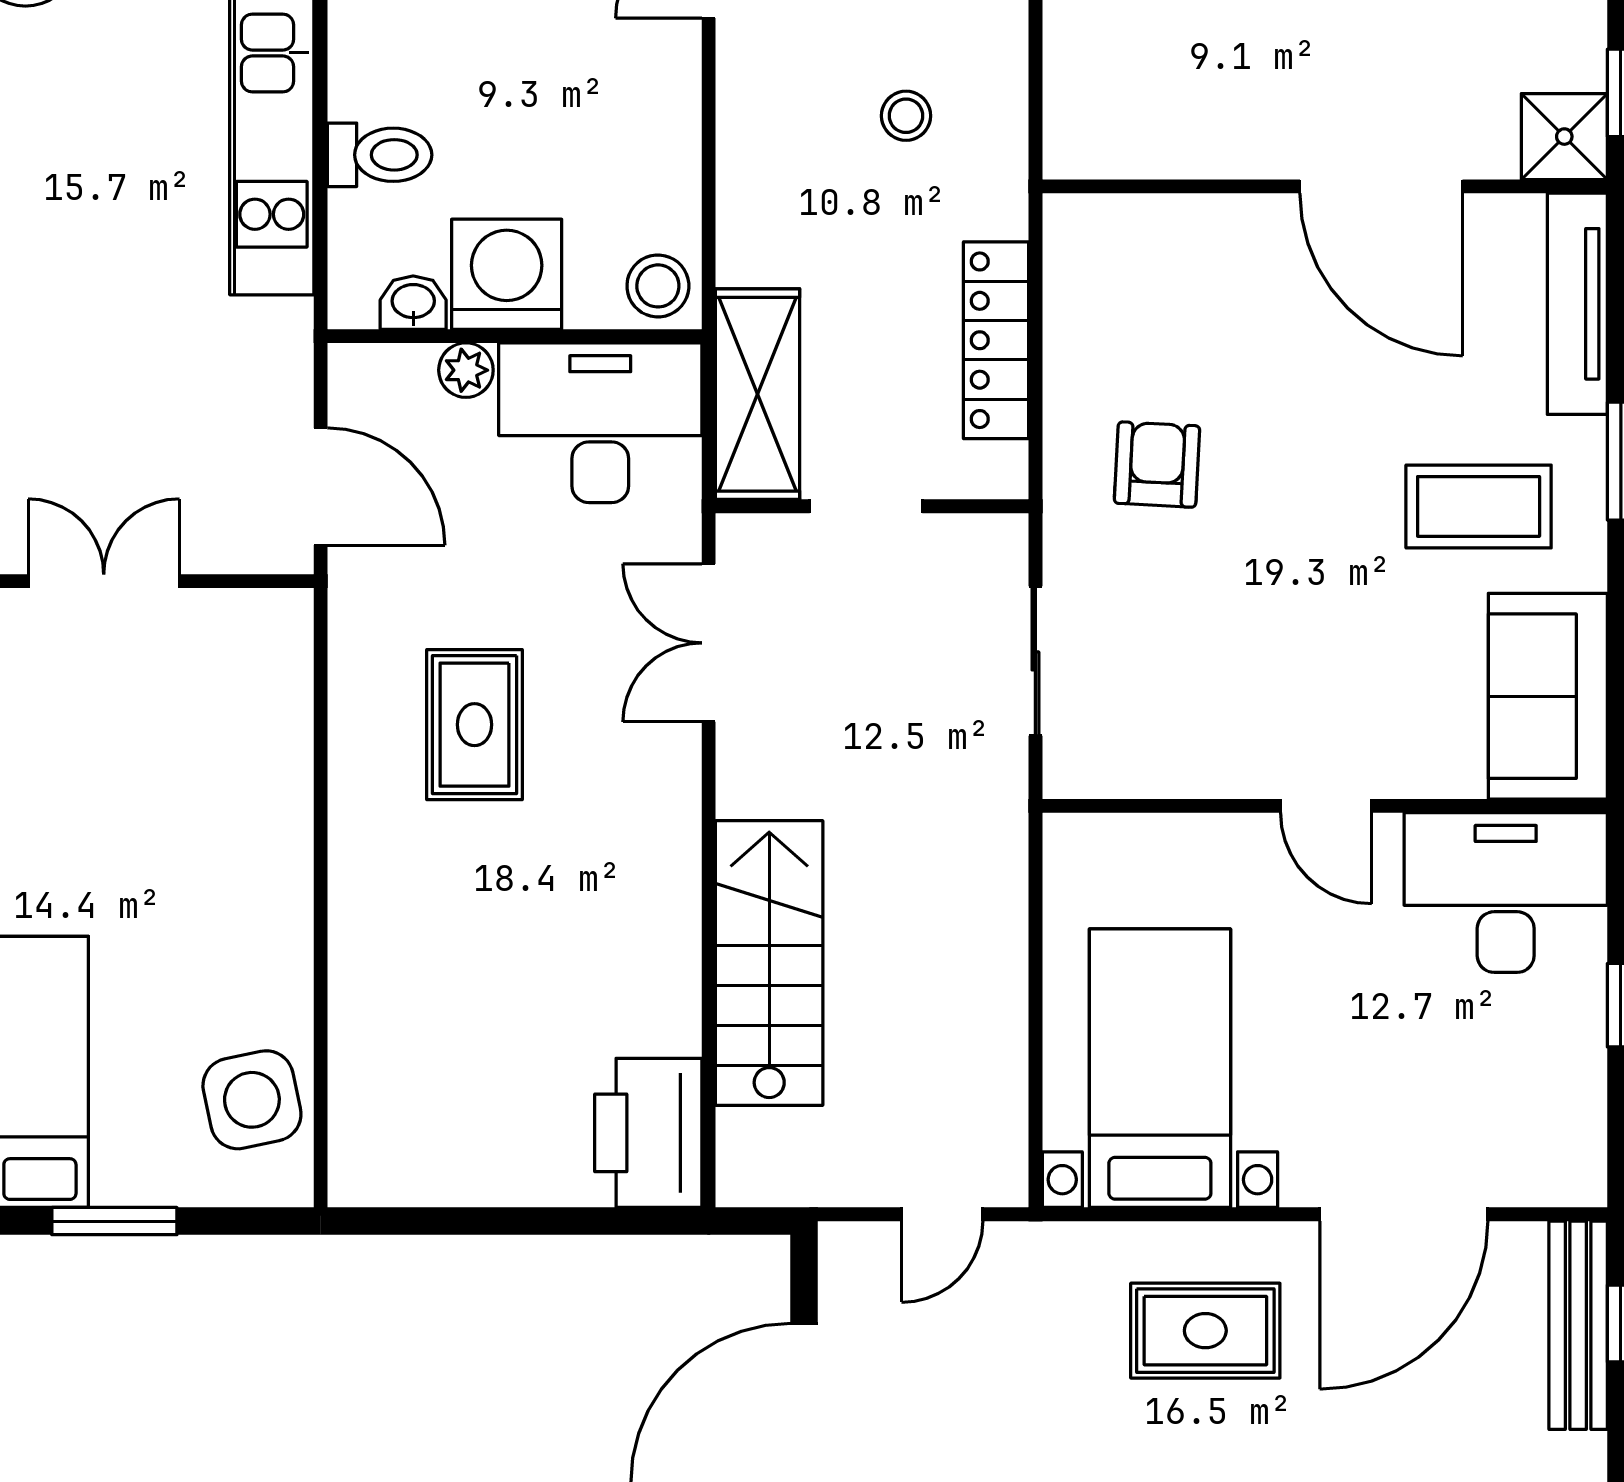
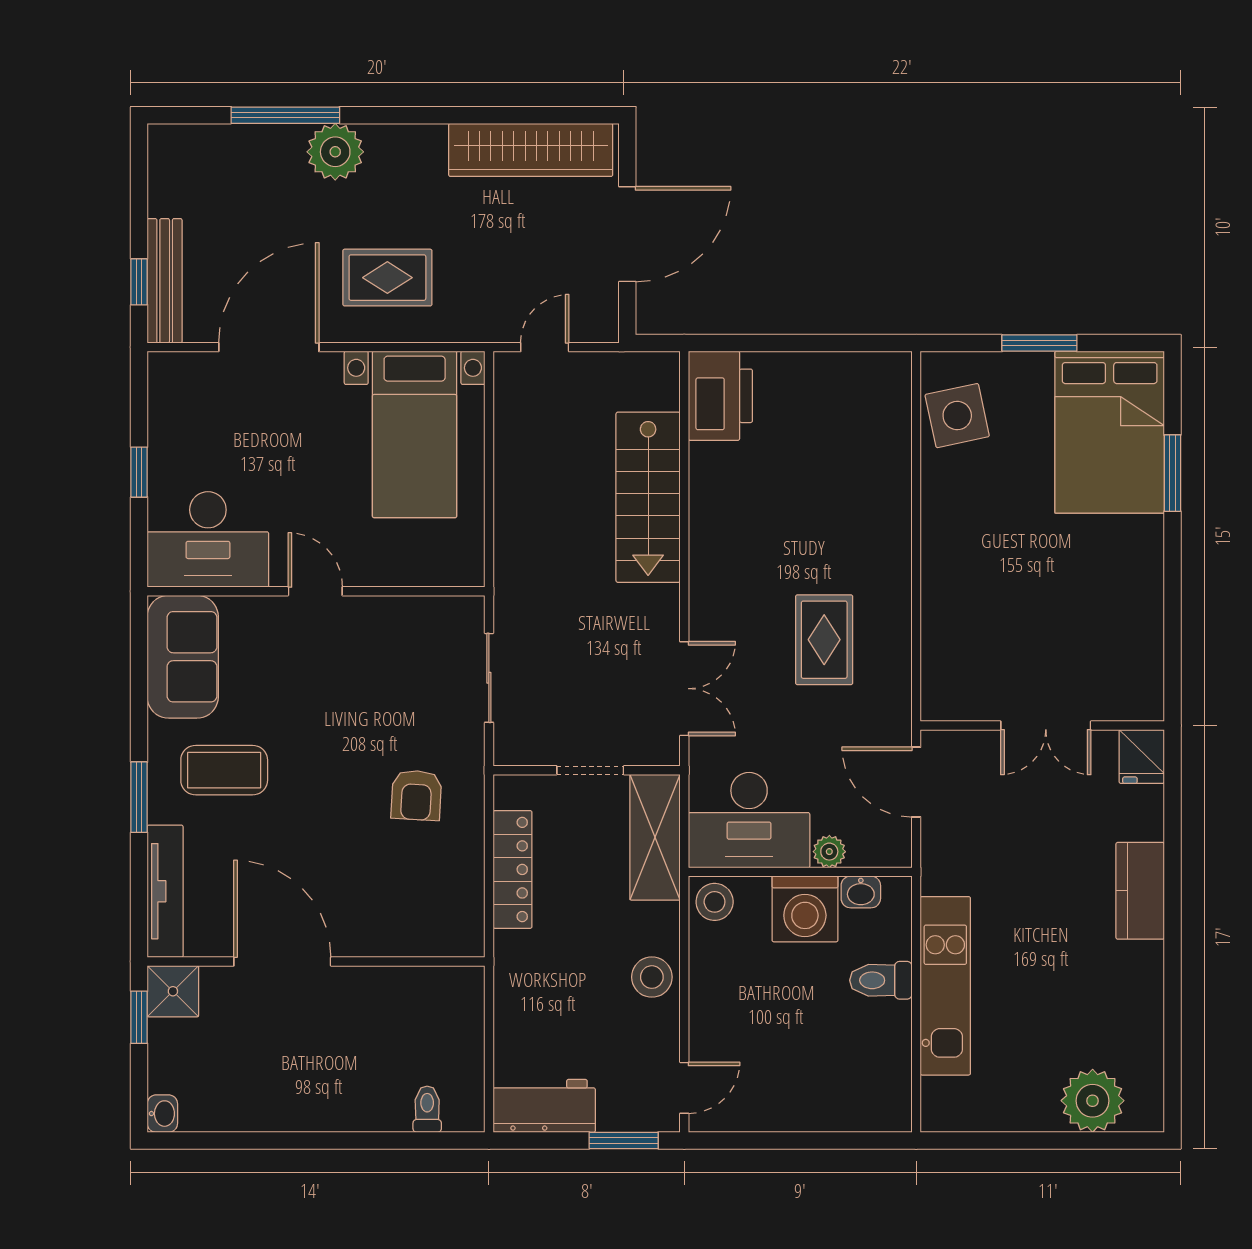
stool: (906, 116) -> (652, 977), moved, width x1.37, depth x1.37

